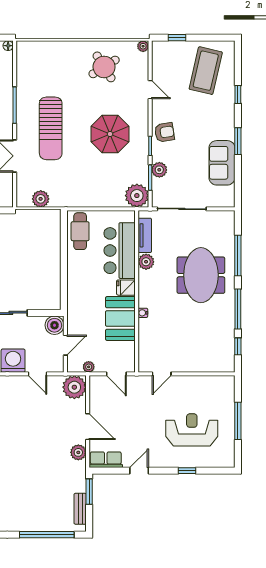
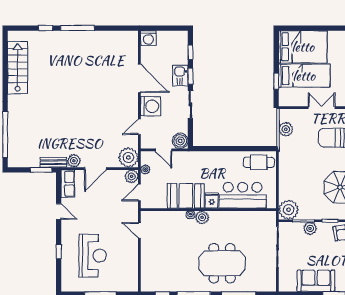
tv unit: (145, 235) -> (255, 216), removed
plant: (146, 262) -> (202, 217), moved
plant: (97, 383) -> (132, 176), added
bench: (80, 509) -> (53, 162), moved

